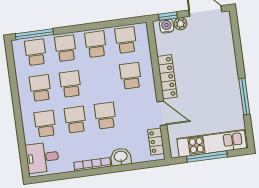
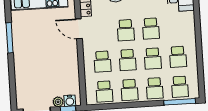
locker: (167, 77) -> (72, 59), removed
school desk: (45, 124) -> (128, 60), moved

